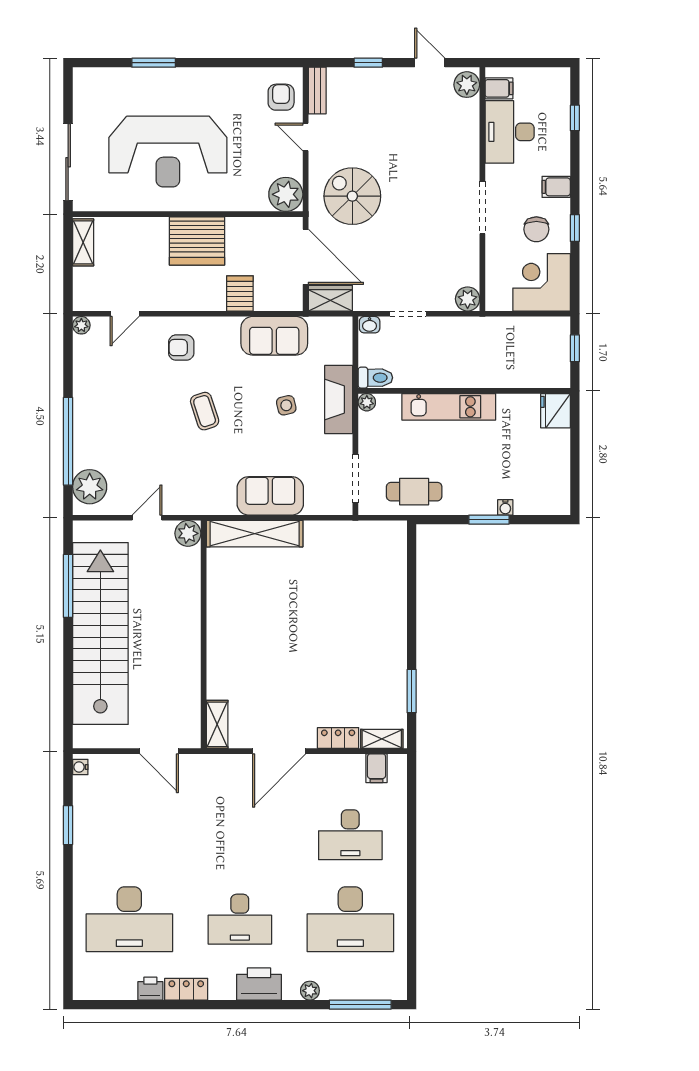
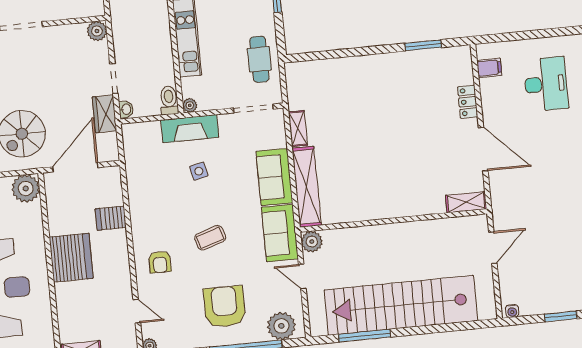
wardrobe: (330, 298) -> (105, 114), moved
sofa: (274, 336) -> (280, 233), moved, turned 180
armchair: (120, 420) -> (225, 307), added
shelving: (382, 739) -> (298, 129), moved

